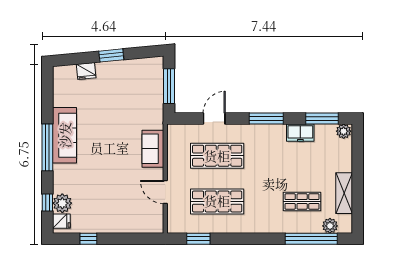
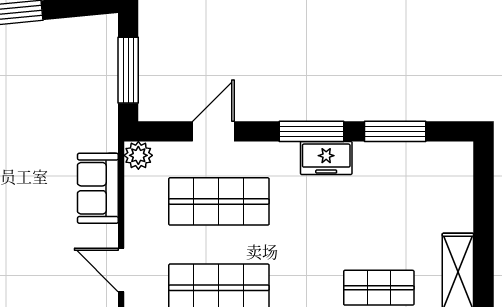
window: (322, 118) -> (395, 131), moved
plant: (344, 131) -> (138, 155), moved
freezer: (300, 133) -> (326, 158), moved

